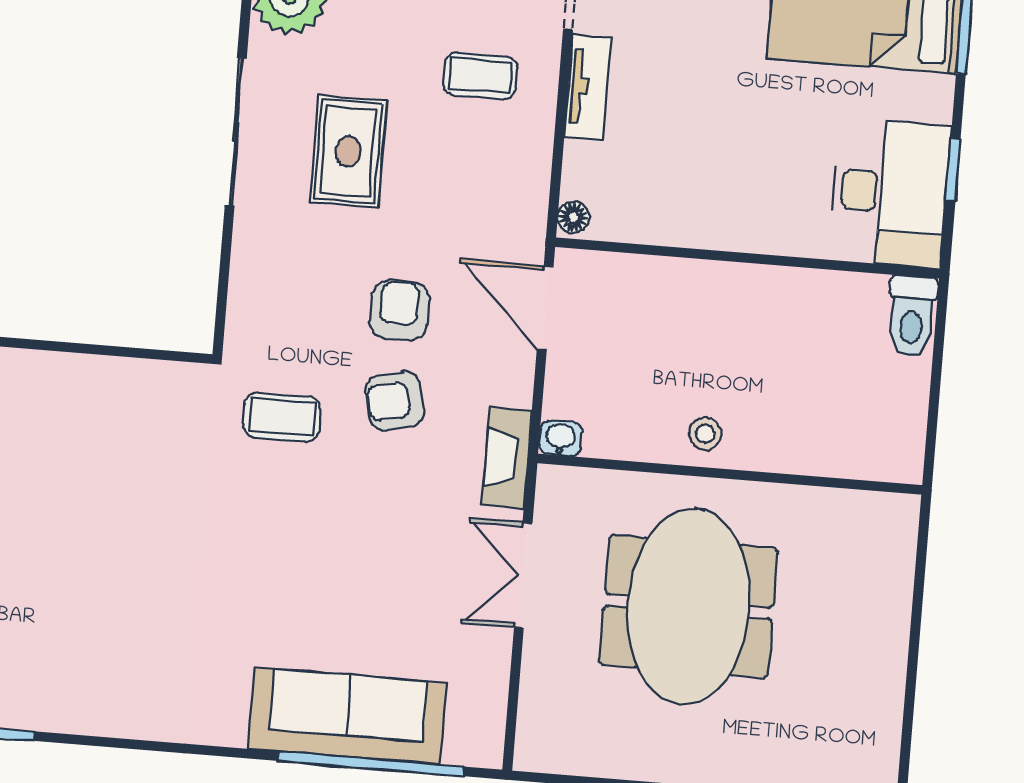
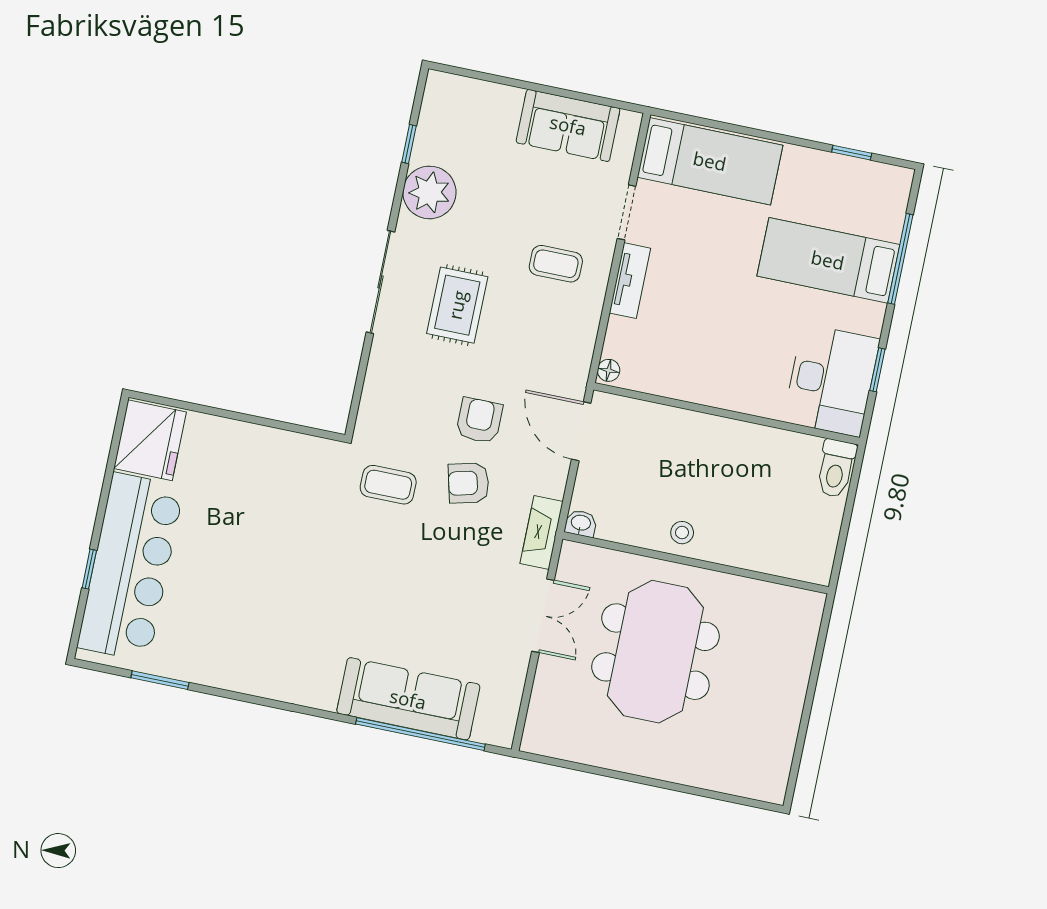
double door: (523, 575) -> (543, 616), swing flipped

